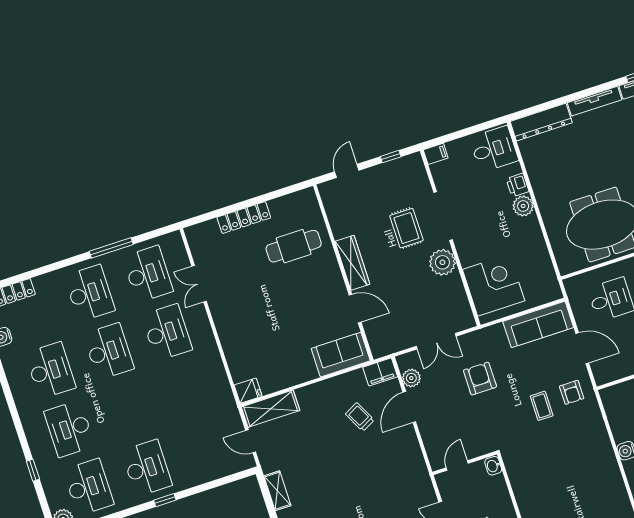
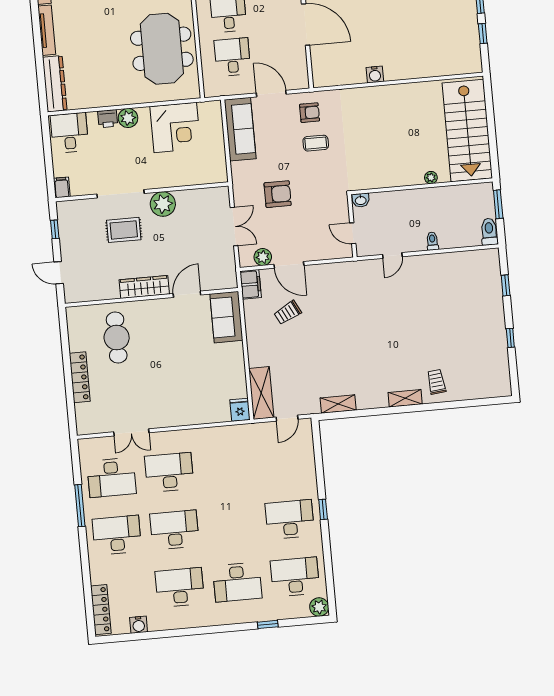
desk: (148, 274) -> (112, 478), turned 180
corner desk: (494, 285) -> (175, 127), moved, turned 180
door: (582, 348) -> (271, 94), hinge flipped
armchair: (480, 379) -> (278, 194), turned 180

